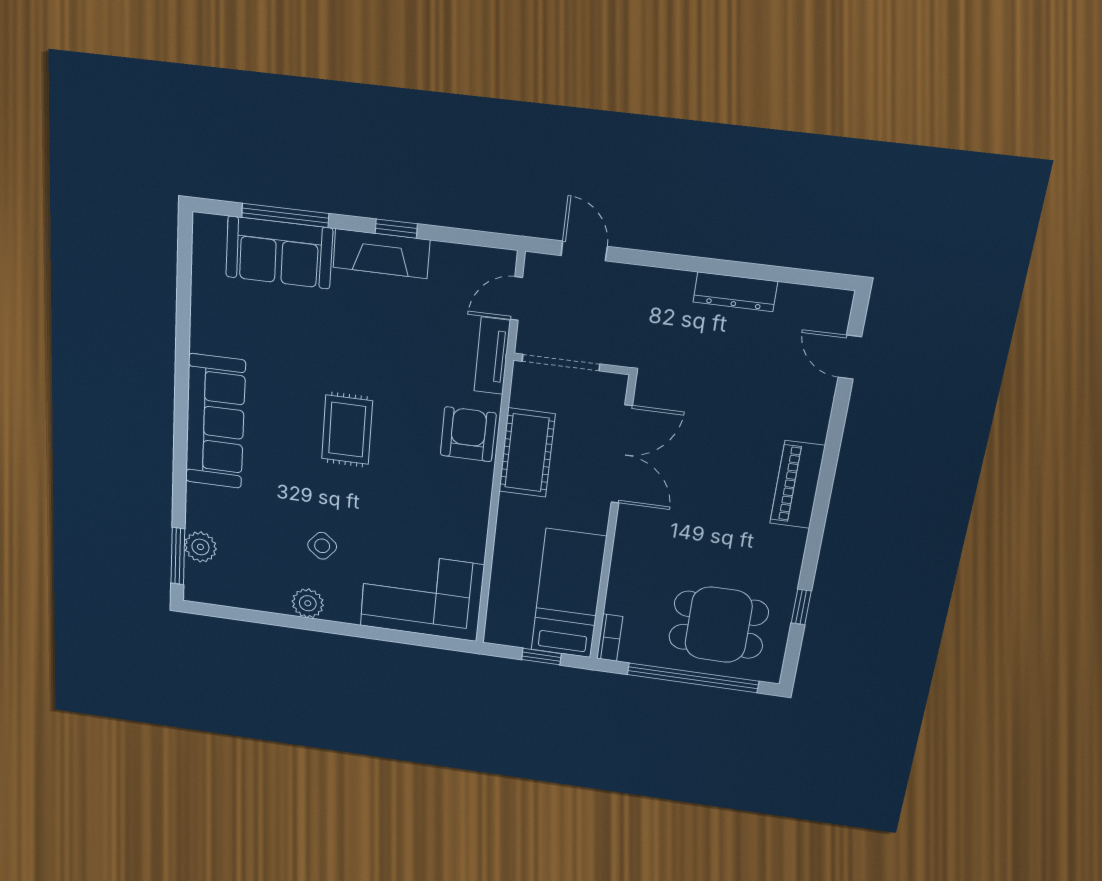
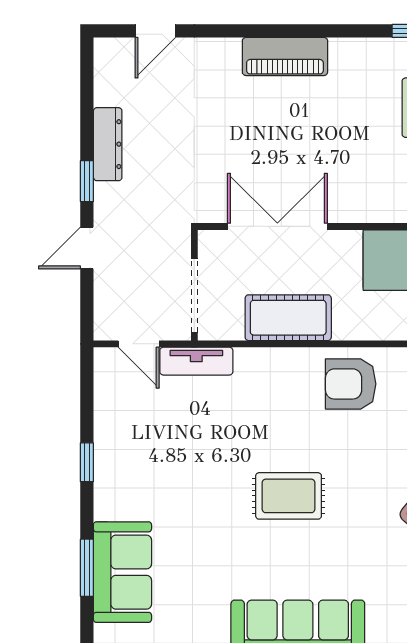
window: (285, 215) -> (87, 568), width x0.69
door: (584, 251) -> (87, 248), moved
fireplace: (381, 254) -> (112, 474), removed
window: (698, 264) -> (87, 181), added
armchair: (468, 434) -> (351, 384), moved

